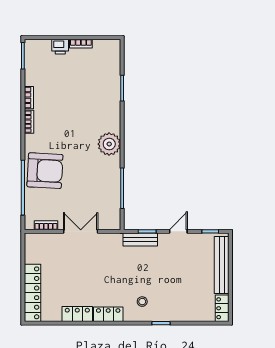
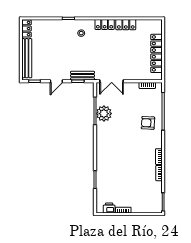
printer: (60, 47) -> (109, 208), moved
plant: (109, 144) -> (104, 114), moved
armchair: (45, 171) -> (148, 123), width x0.53, depth x0.53
double door: (81, 231) -> (112, 81), moved
locker: (33, 293) -> (156, 53), moved

